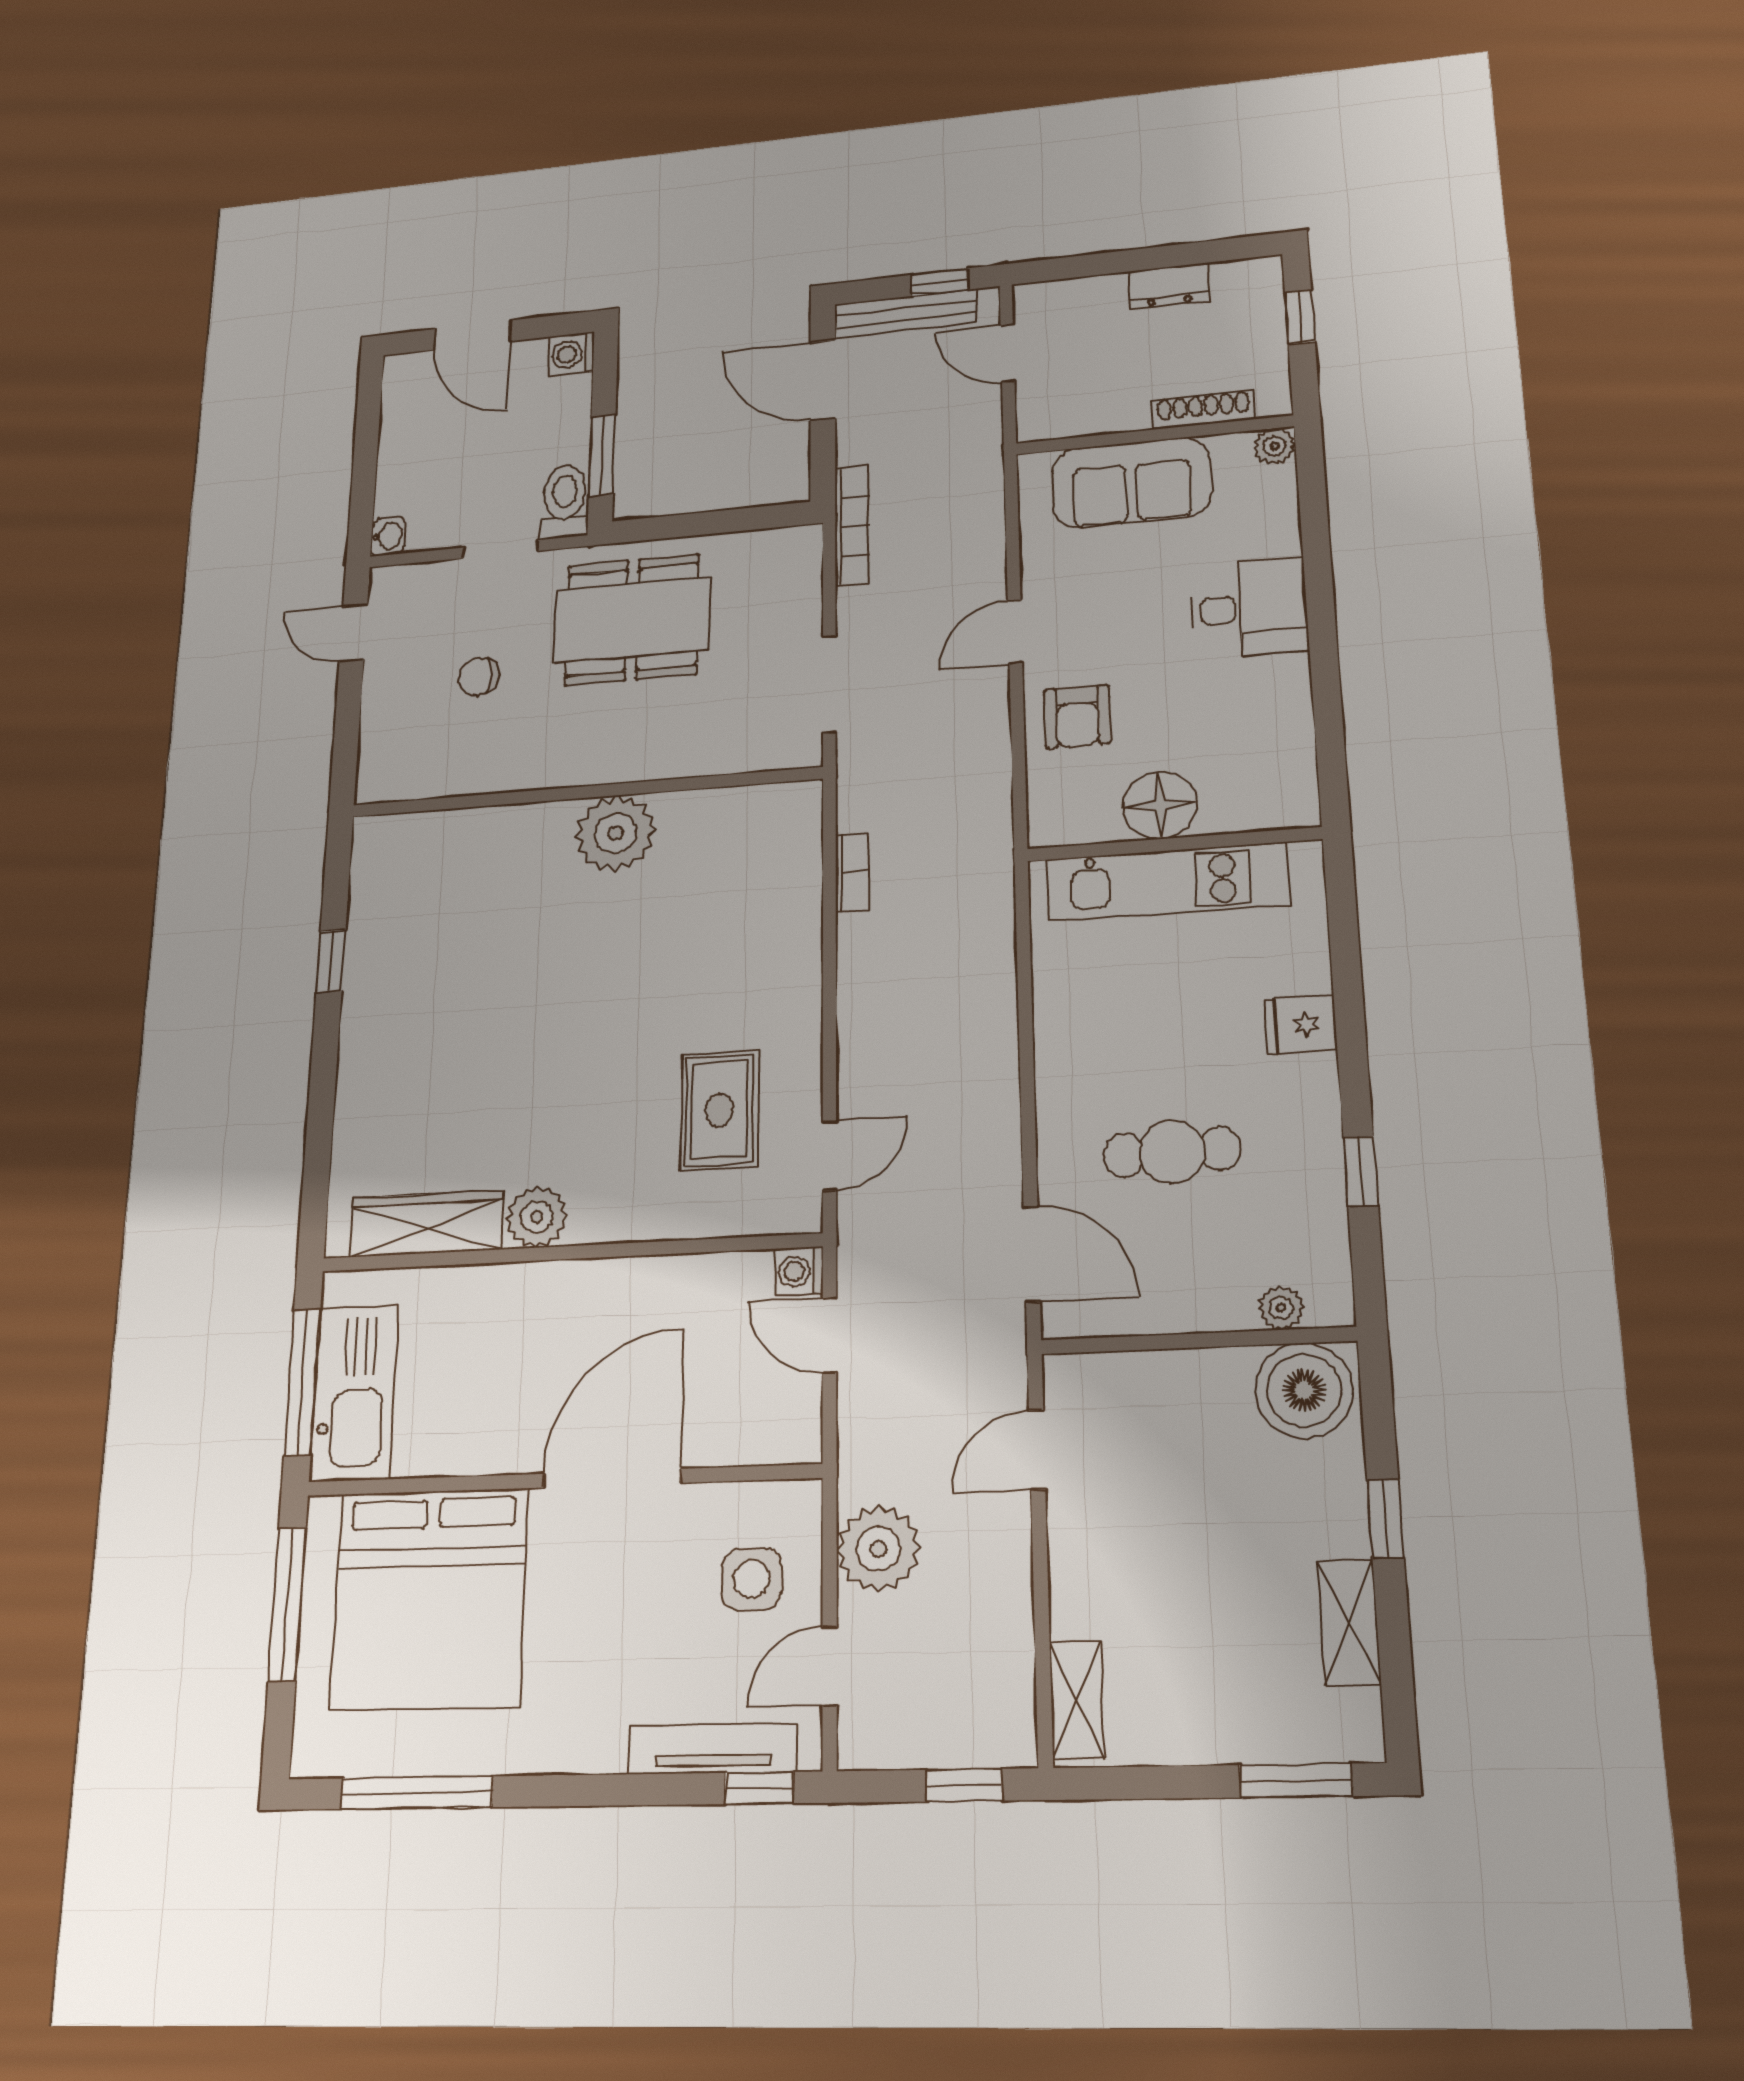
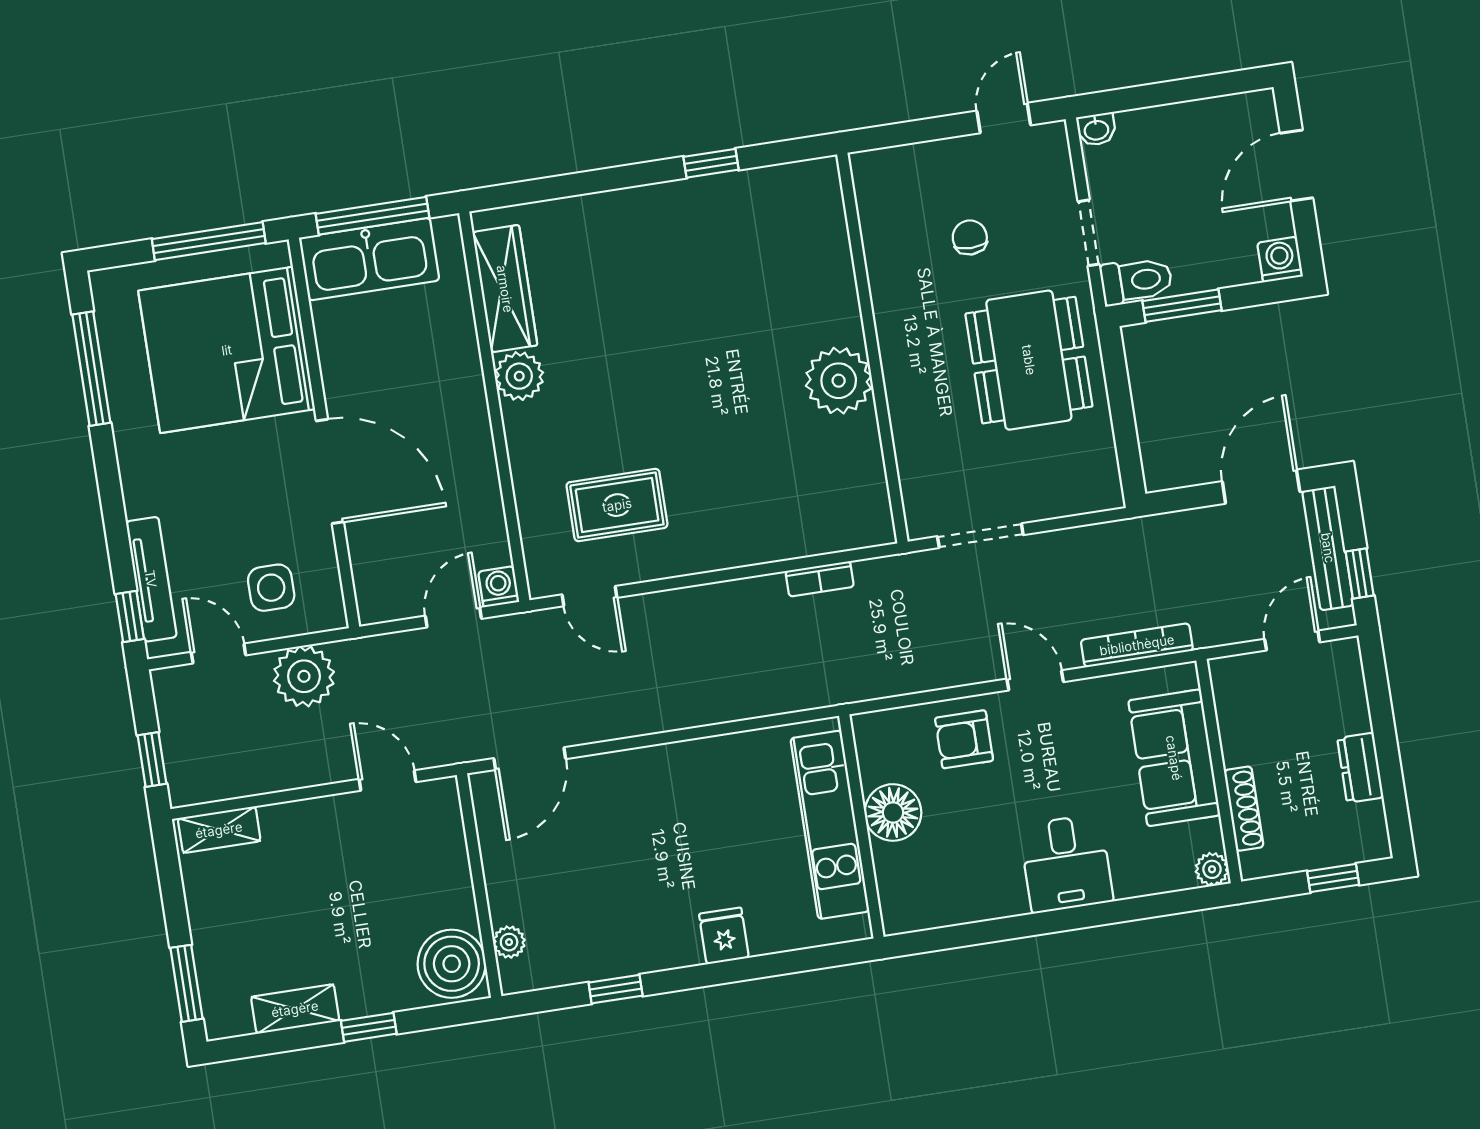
bookcase: (852, 526) -> (1137, 645), moved, turned 180
cafe table: (1172, 1152) -> (617, 852), removed

